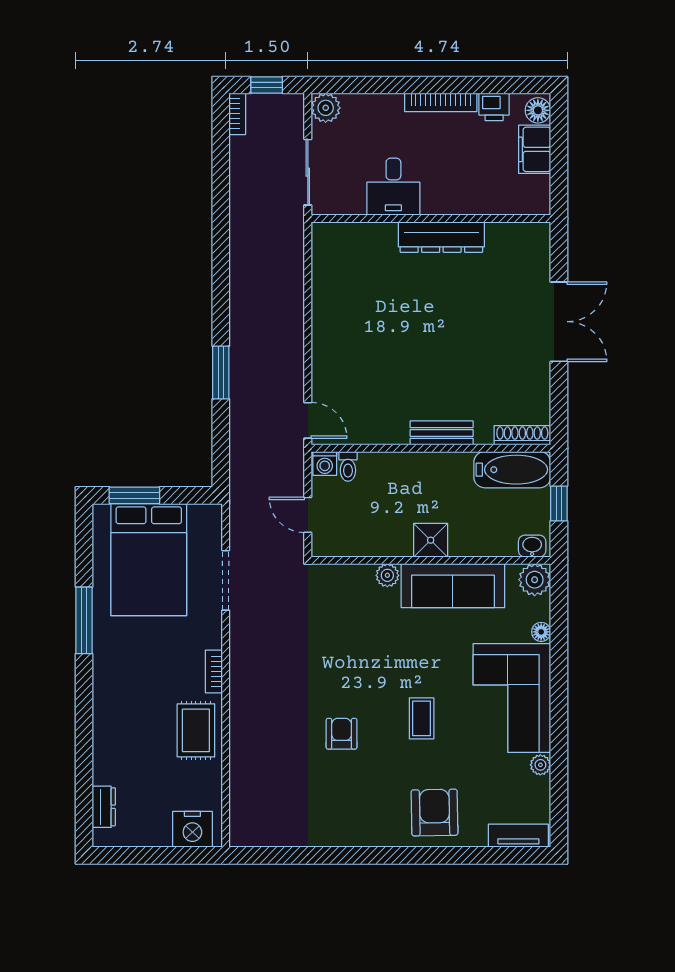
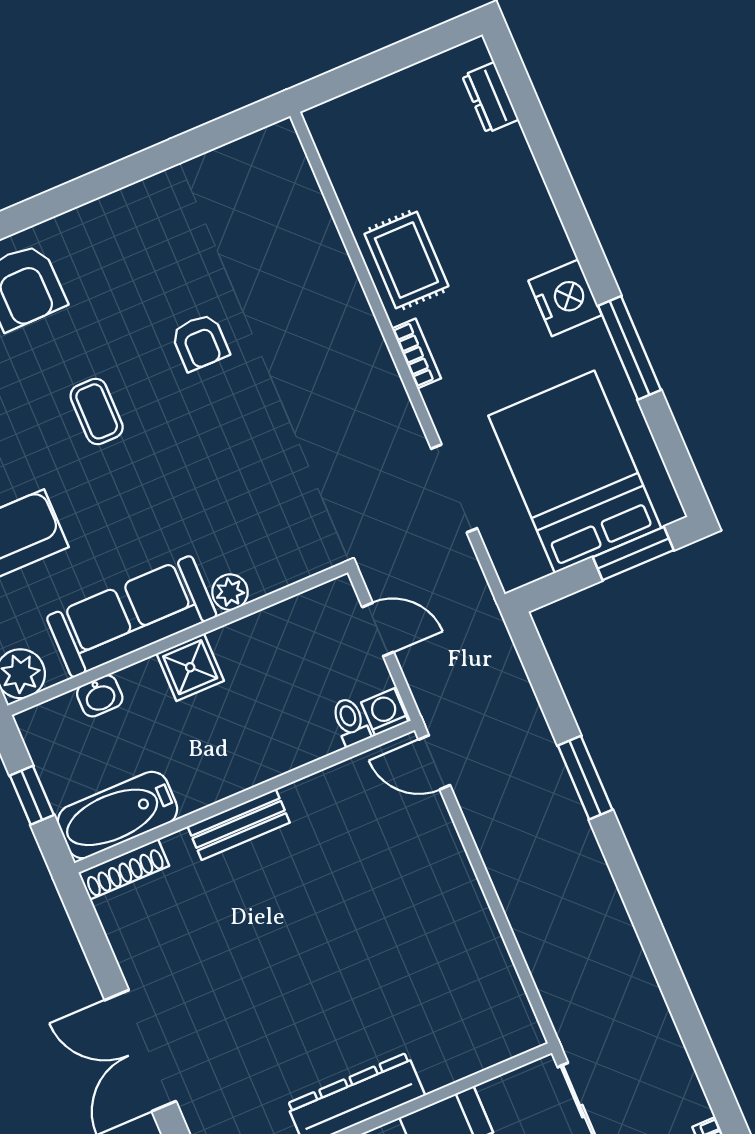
washbasin: (532, 546) -> (100, 696), moved
nightstand: (192, 829) -> (565, 298), moved, turned 90

